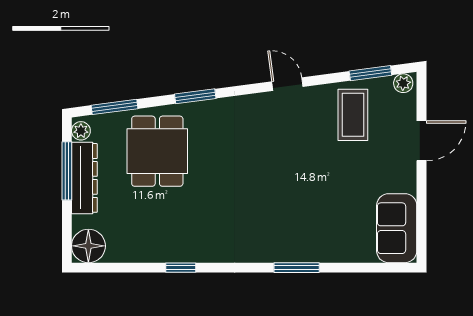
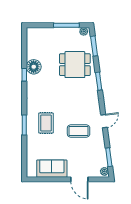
coffee table: (353, 115) -> (79, 131), moved
dresser: (84, 178) -> (63, 33), removed
rug: (292, 218) -> (46, 123), added
sofa: (397, 228) -> (52, 169), moved
floor lamp: (88, 246) -> (34, 67), moved

